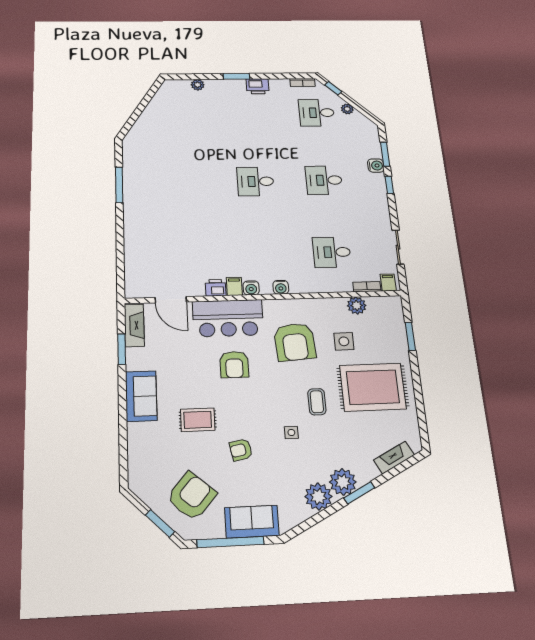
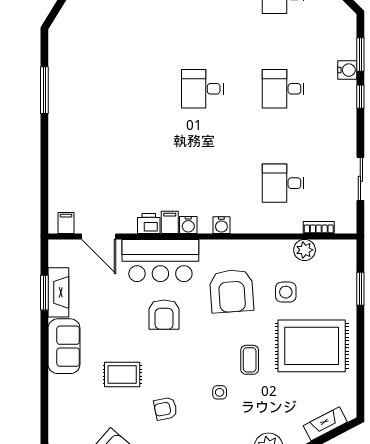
filing cabinet: (388, 283) -> (66, 223), moved
fireplace: (134, 325) -> (58, 292), moved

